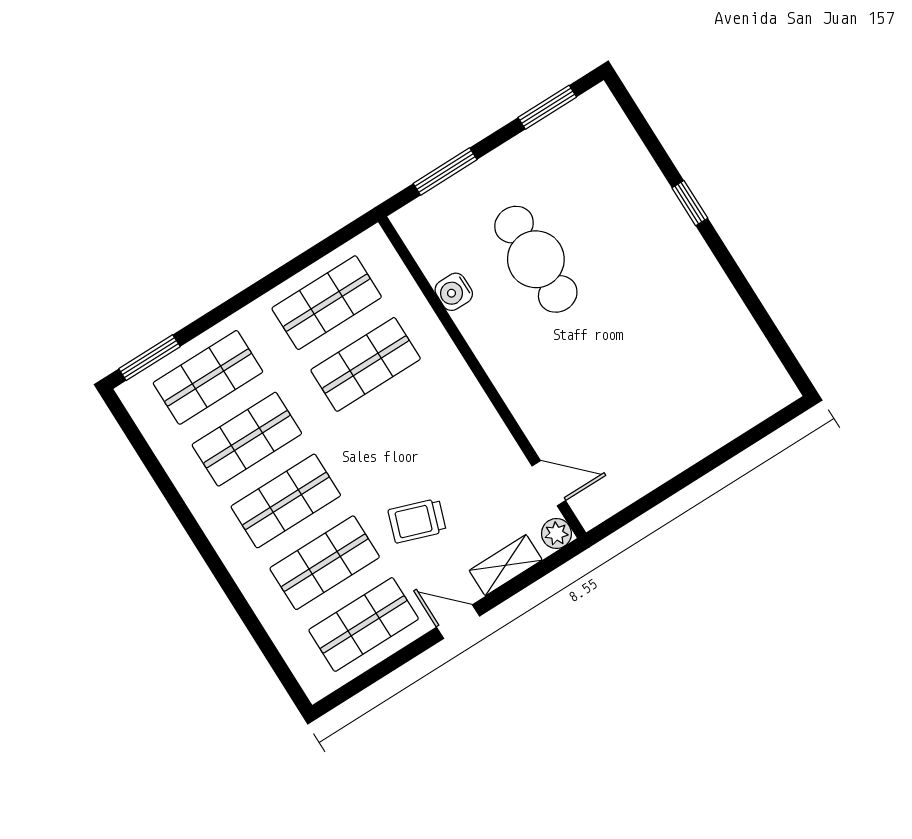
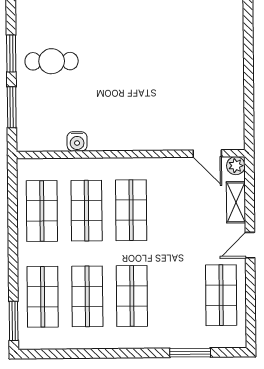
window: (547, 107) -> (11, 53), moved
cafe table: (536, 259) -> (52, 61), moved, width x0.73, depth x0.74
door: (549, 483) -> (207, 153), swing flipped
trolley: (417, 521) -> (184, 234), removed
shop shelf: (325, 563) -> (131, 210), moved
window: (257, 631) -> (190, 353), added

